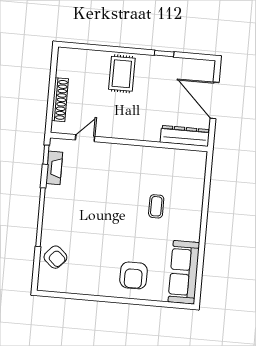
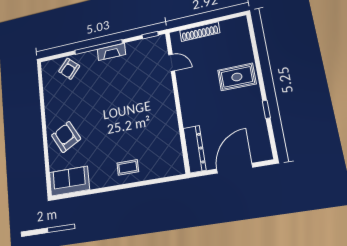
fireplace: (54, 168) -> (111, 52), moved
coffee table: (156, 206) -> (128, 167), moved
sofa: (184, 272) -> (69, 181), width x0.73
armchair: (134, 275) -> (66, 137), turned 62

